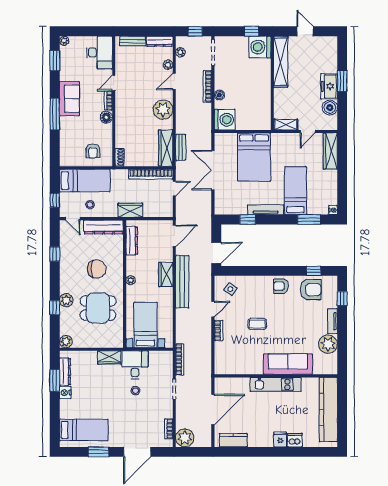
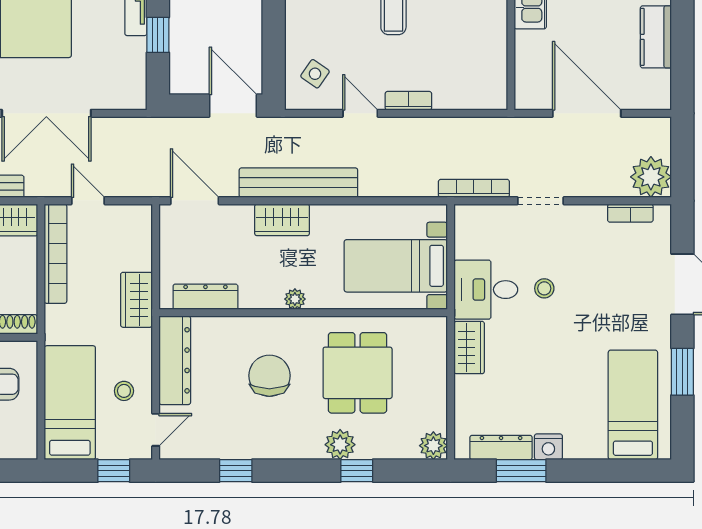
kitchen counter: (233, 440) -> (656, 37), moved

